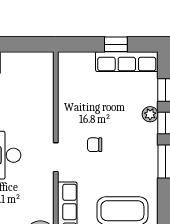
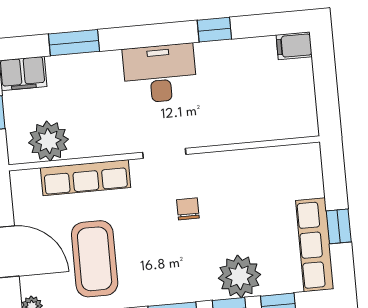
plant: (150, 114) -> (239, 276), width x1.87, depth x1.87

